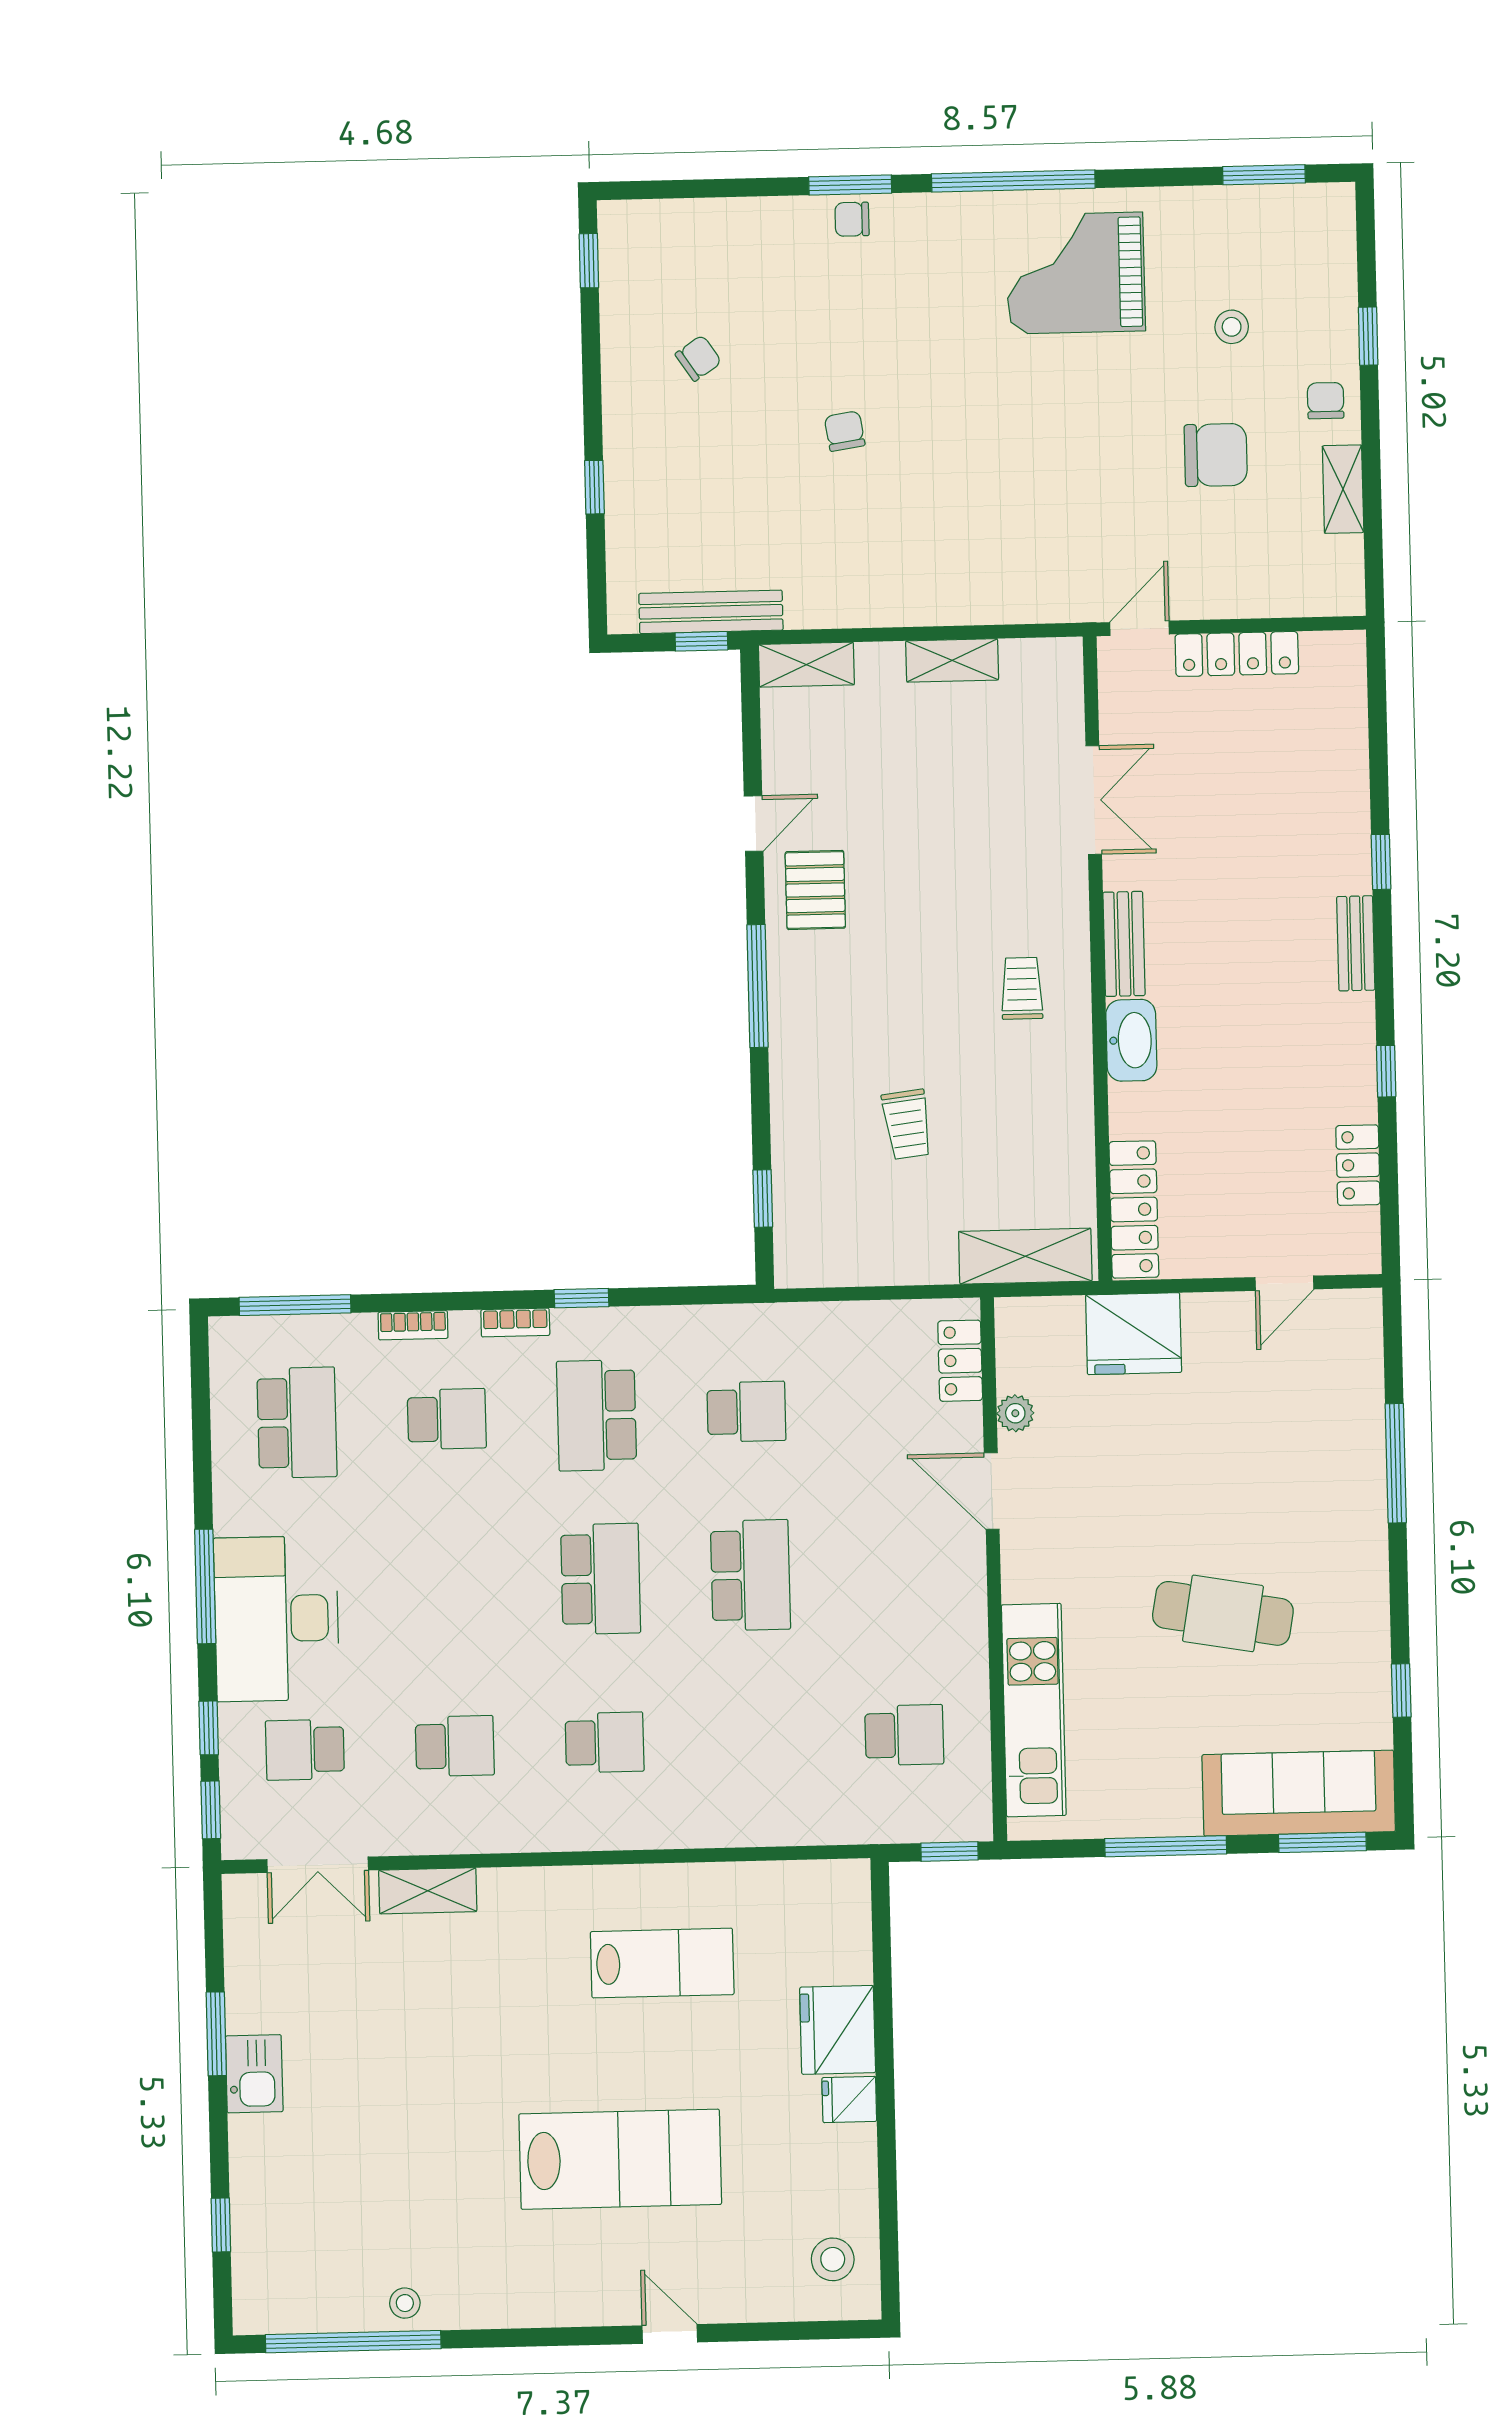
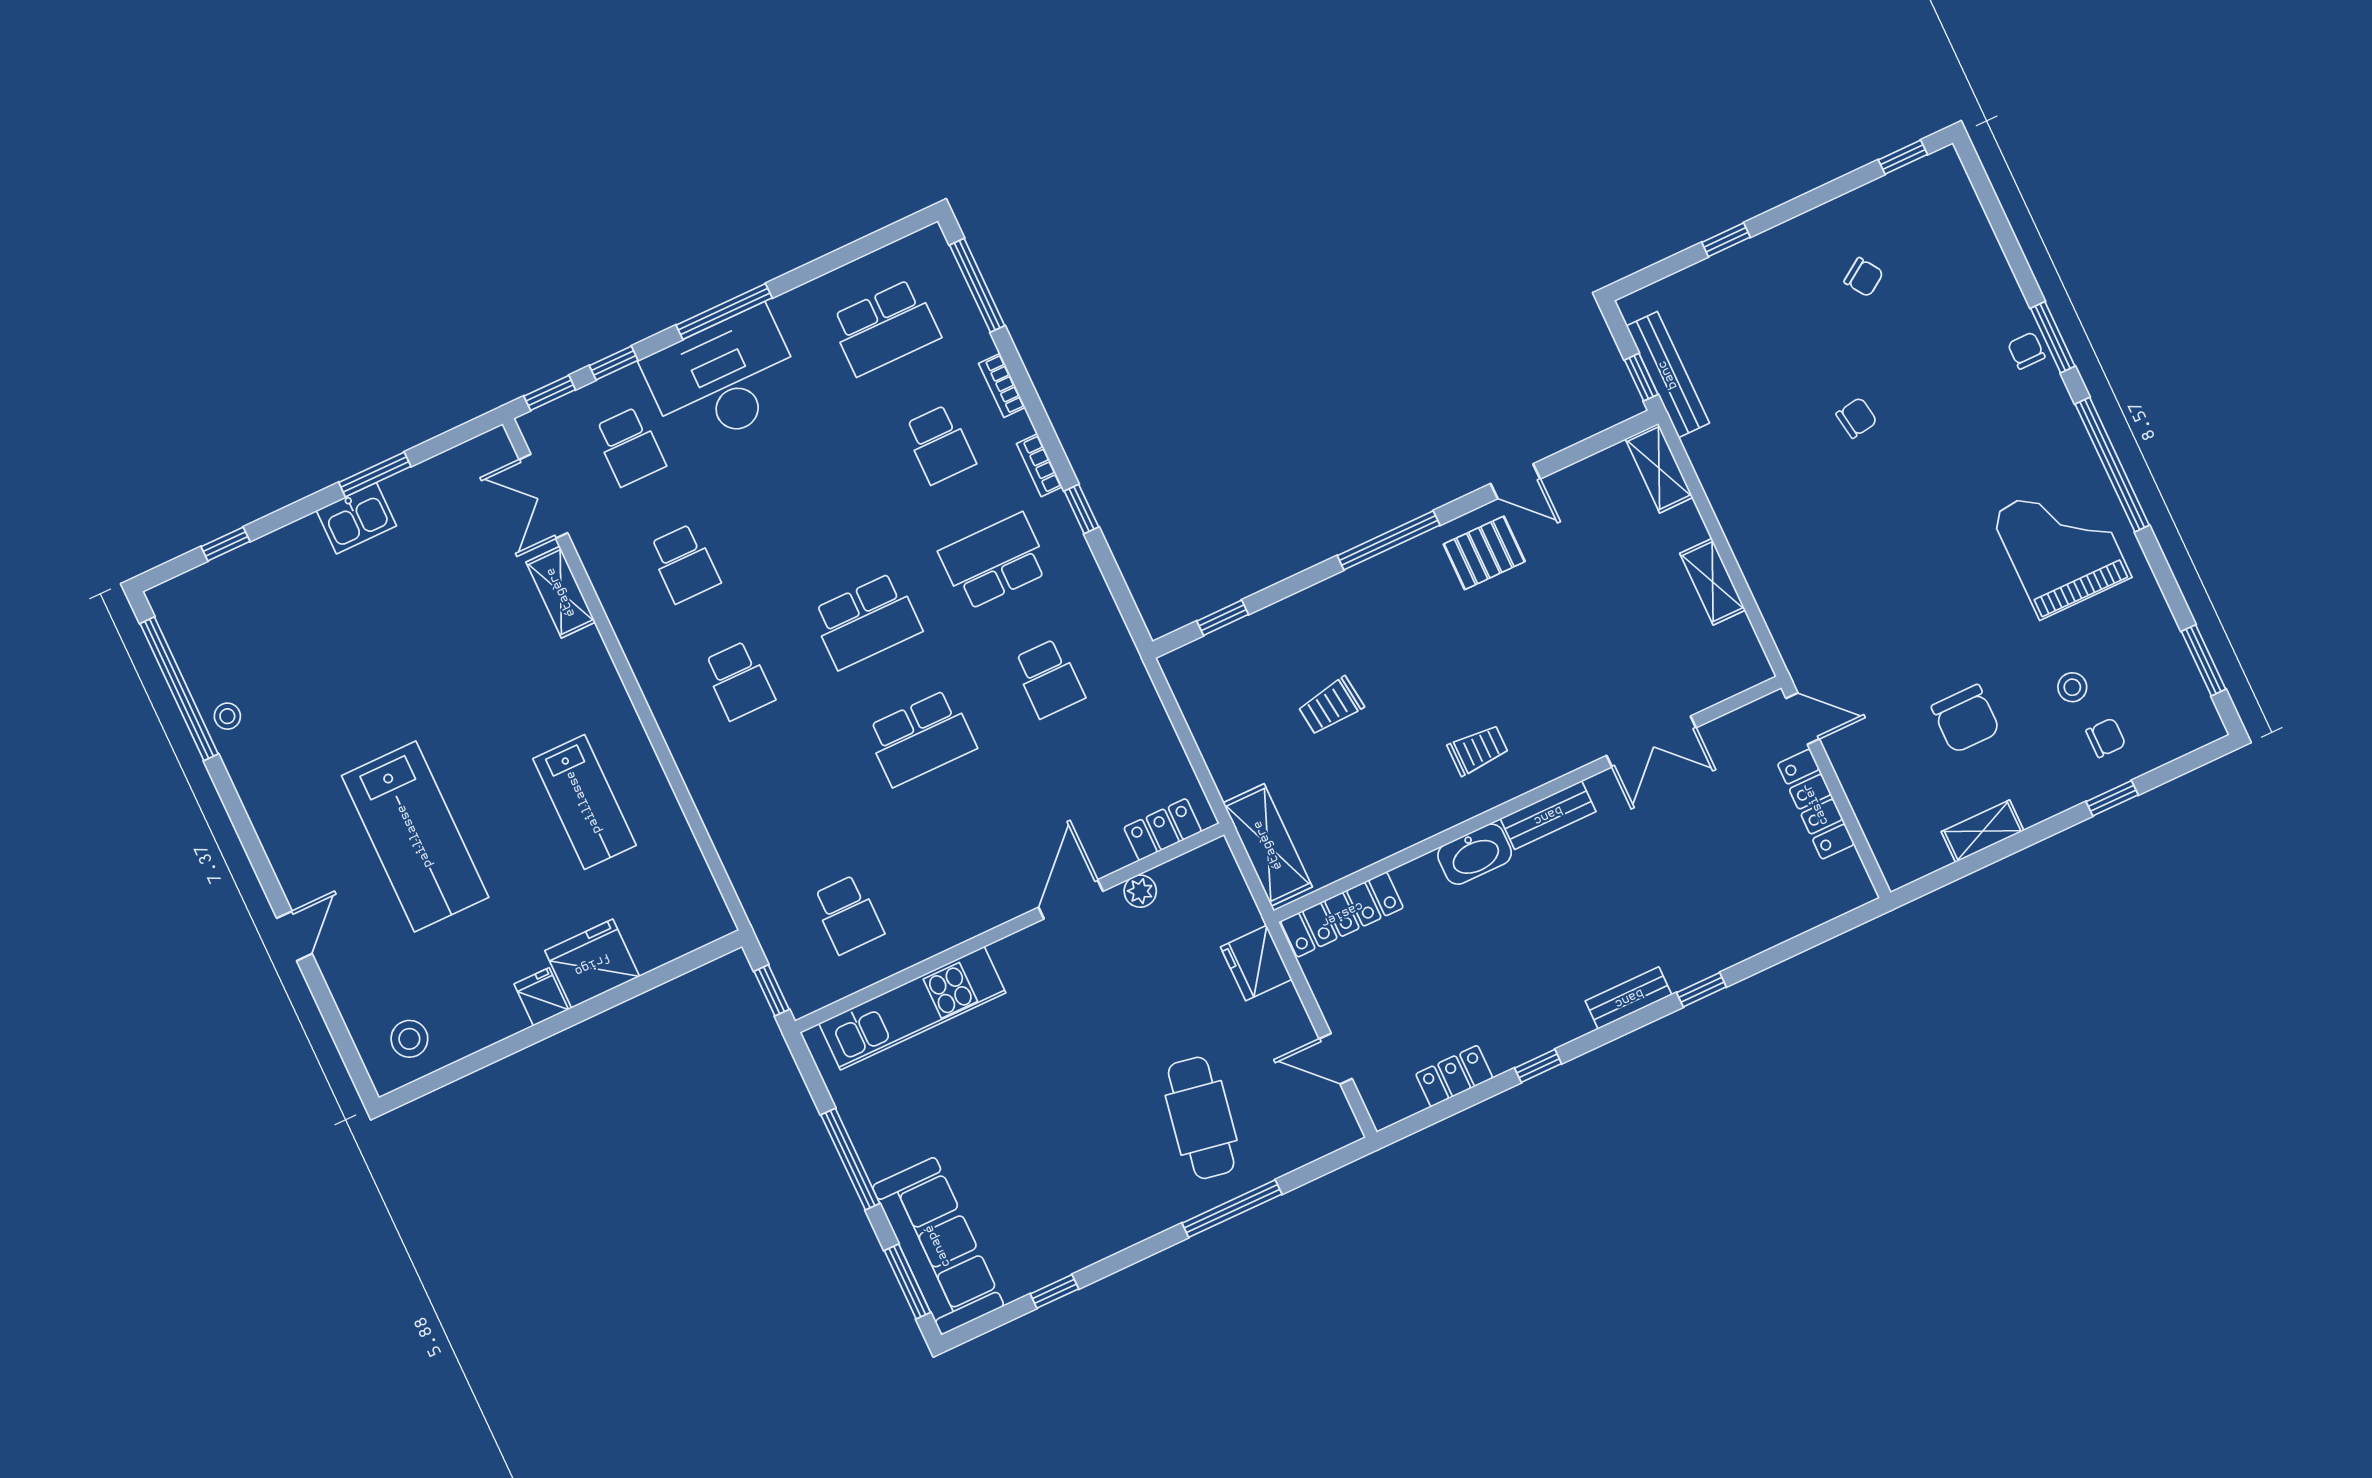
chair: (1326, 401) -> (2106, 738), moved
fridge: (1134, 1334) -> (1256, 963), width x0.73, depth x0.75
cafe table: (1223, 1613) -> (1201, 1118), moved
school desk: (305, 1750) -> (630, 446), turned 180

